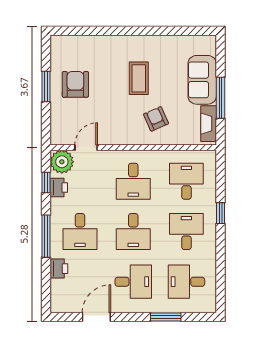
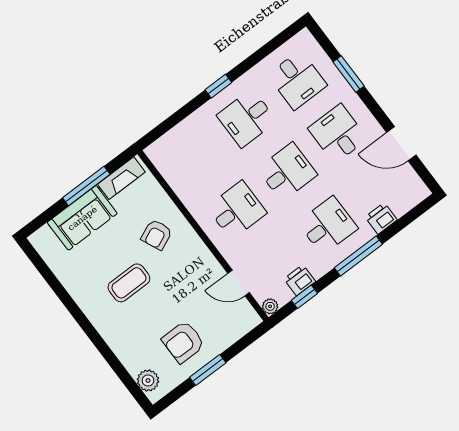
plant: (68, 44) -> (148, 380), added
plant: (62, 162) -> (270, 306), width x0.53, depth x0.53
desk: (186, 181) -> (196, 156), removed
window: (220, 213) -> (218, 86), moved

